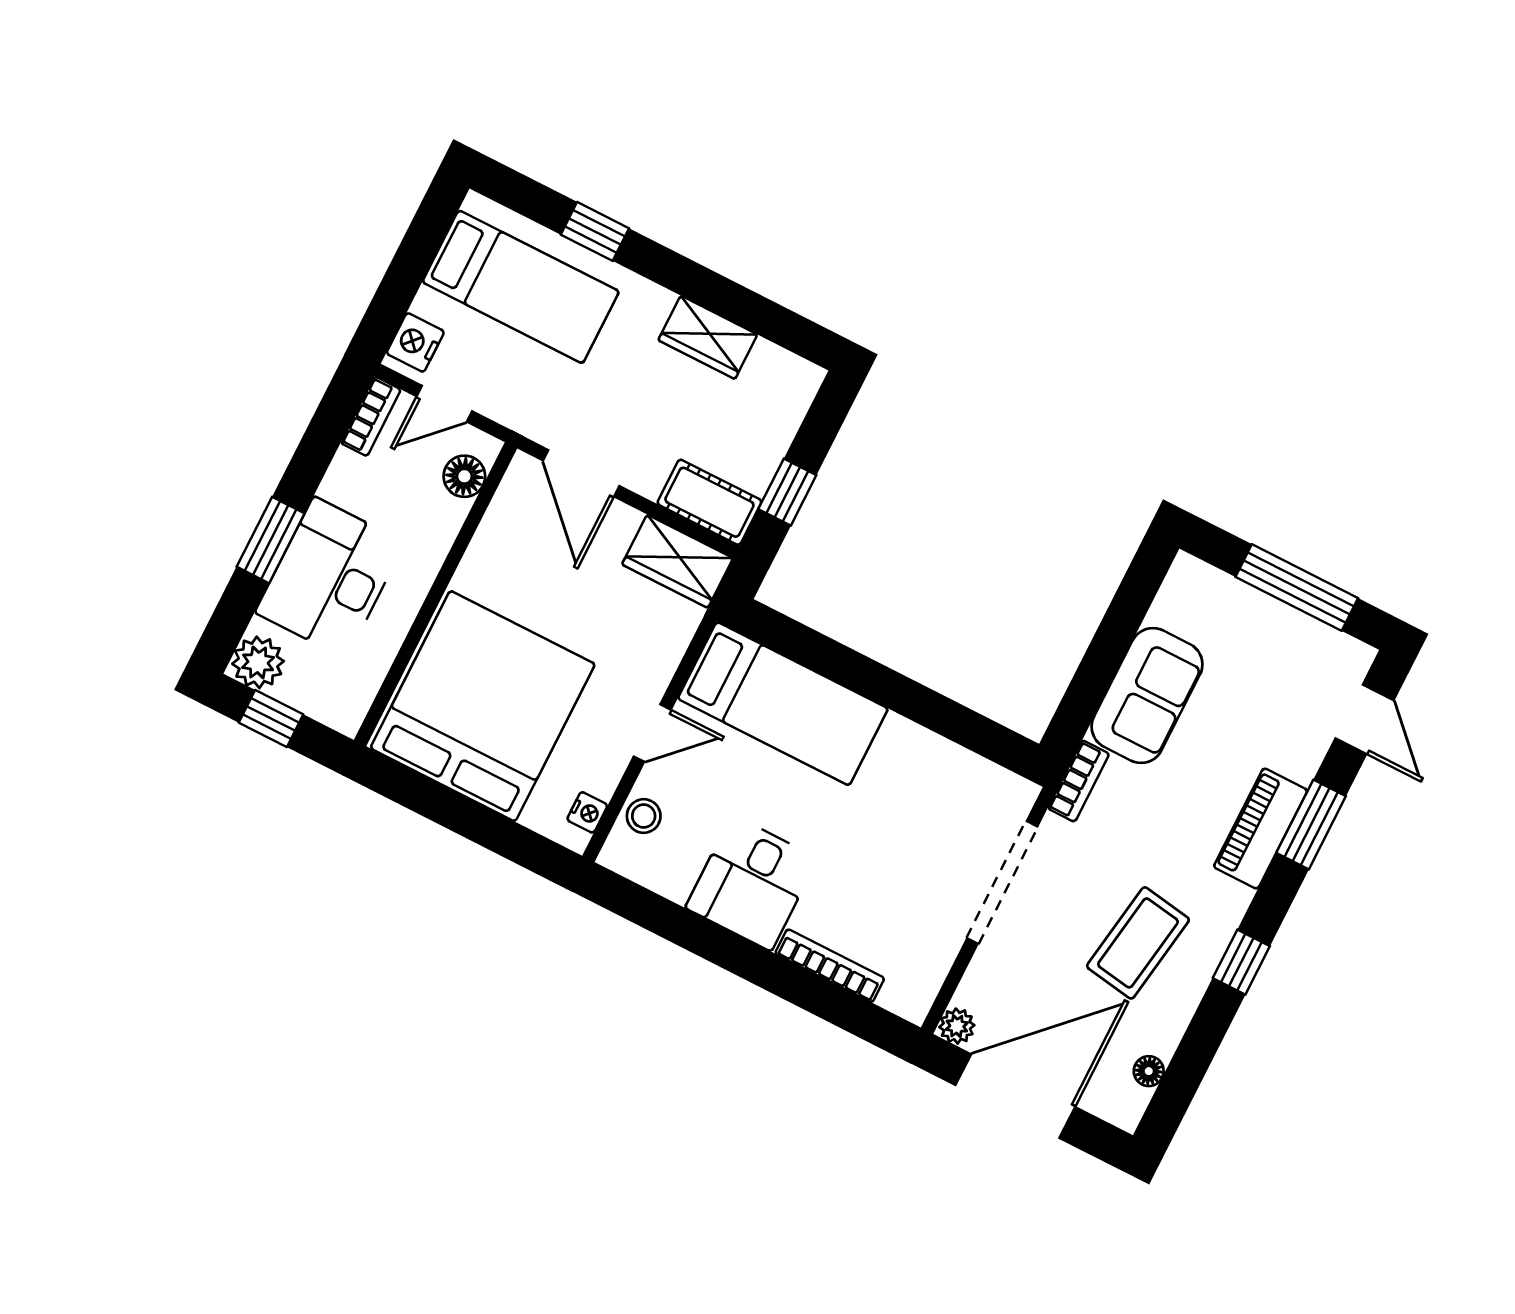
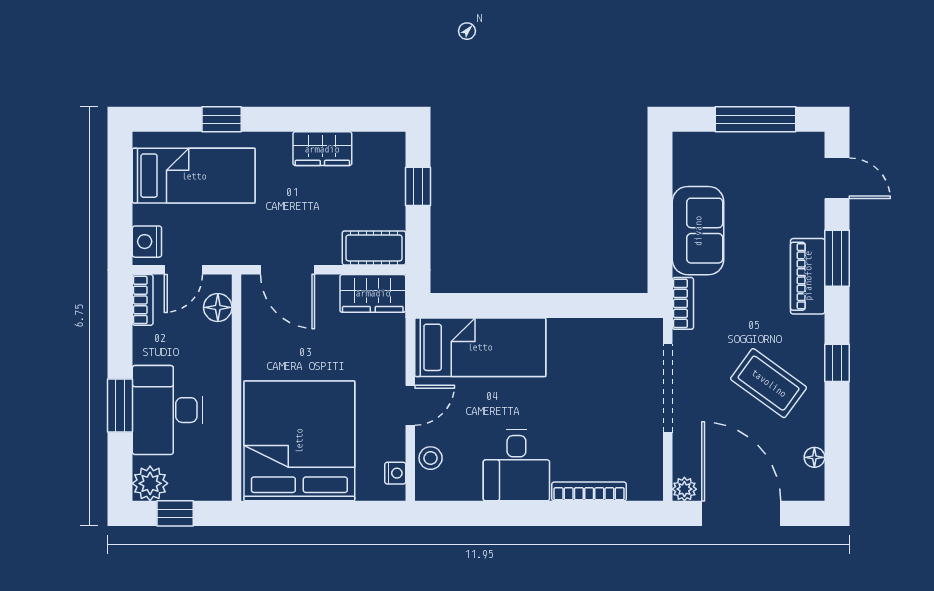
window: (787, 492) -> (418, 186), moved
coffee table: (1138, 943) -> (769, 383), turned -63
door: (1015, 1096) -> (741, 513), hinge flipped

